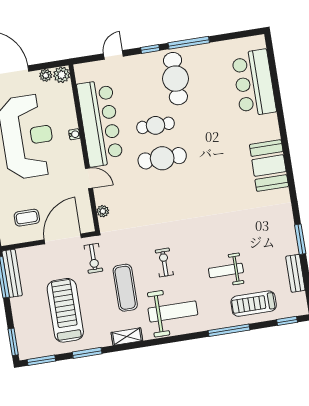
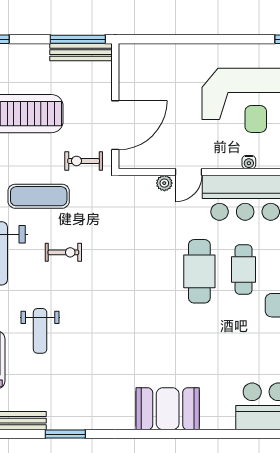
plant: (103, 211) -> (164, 183), moved
coffee table: (27, 218) -> (150, 83), removed
door: (63, 239) -> (115, 125), hinge flipped
weight bench: (226, 271) -> (40, 331), turned 180

